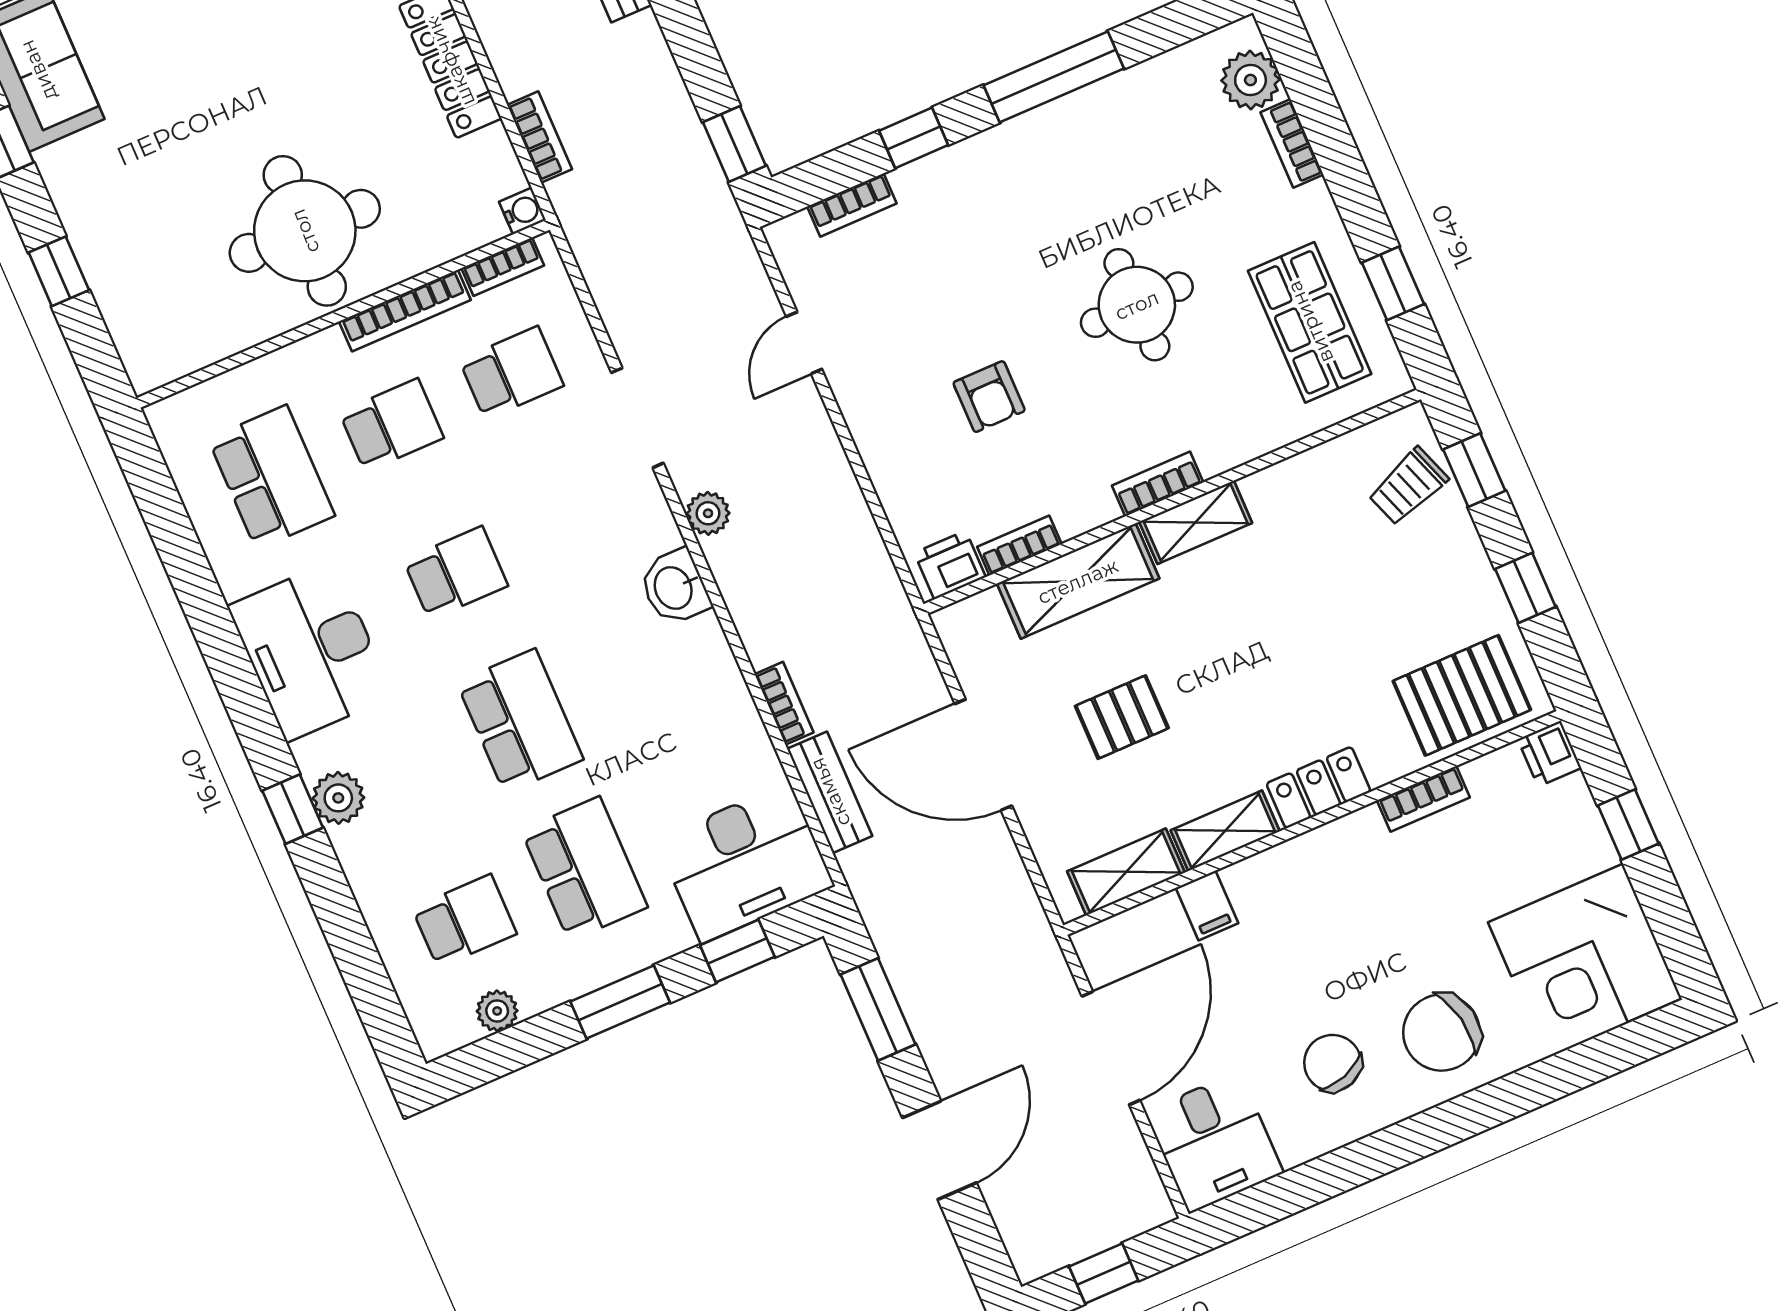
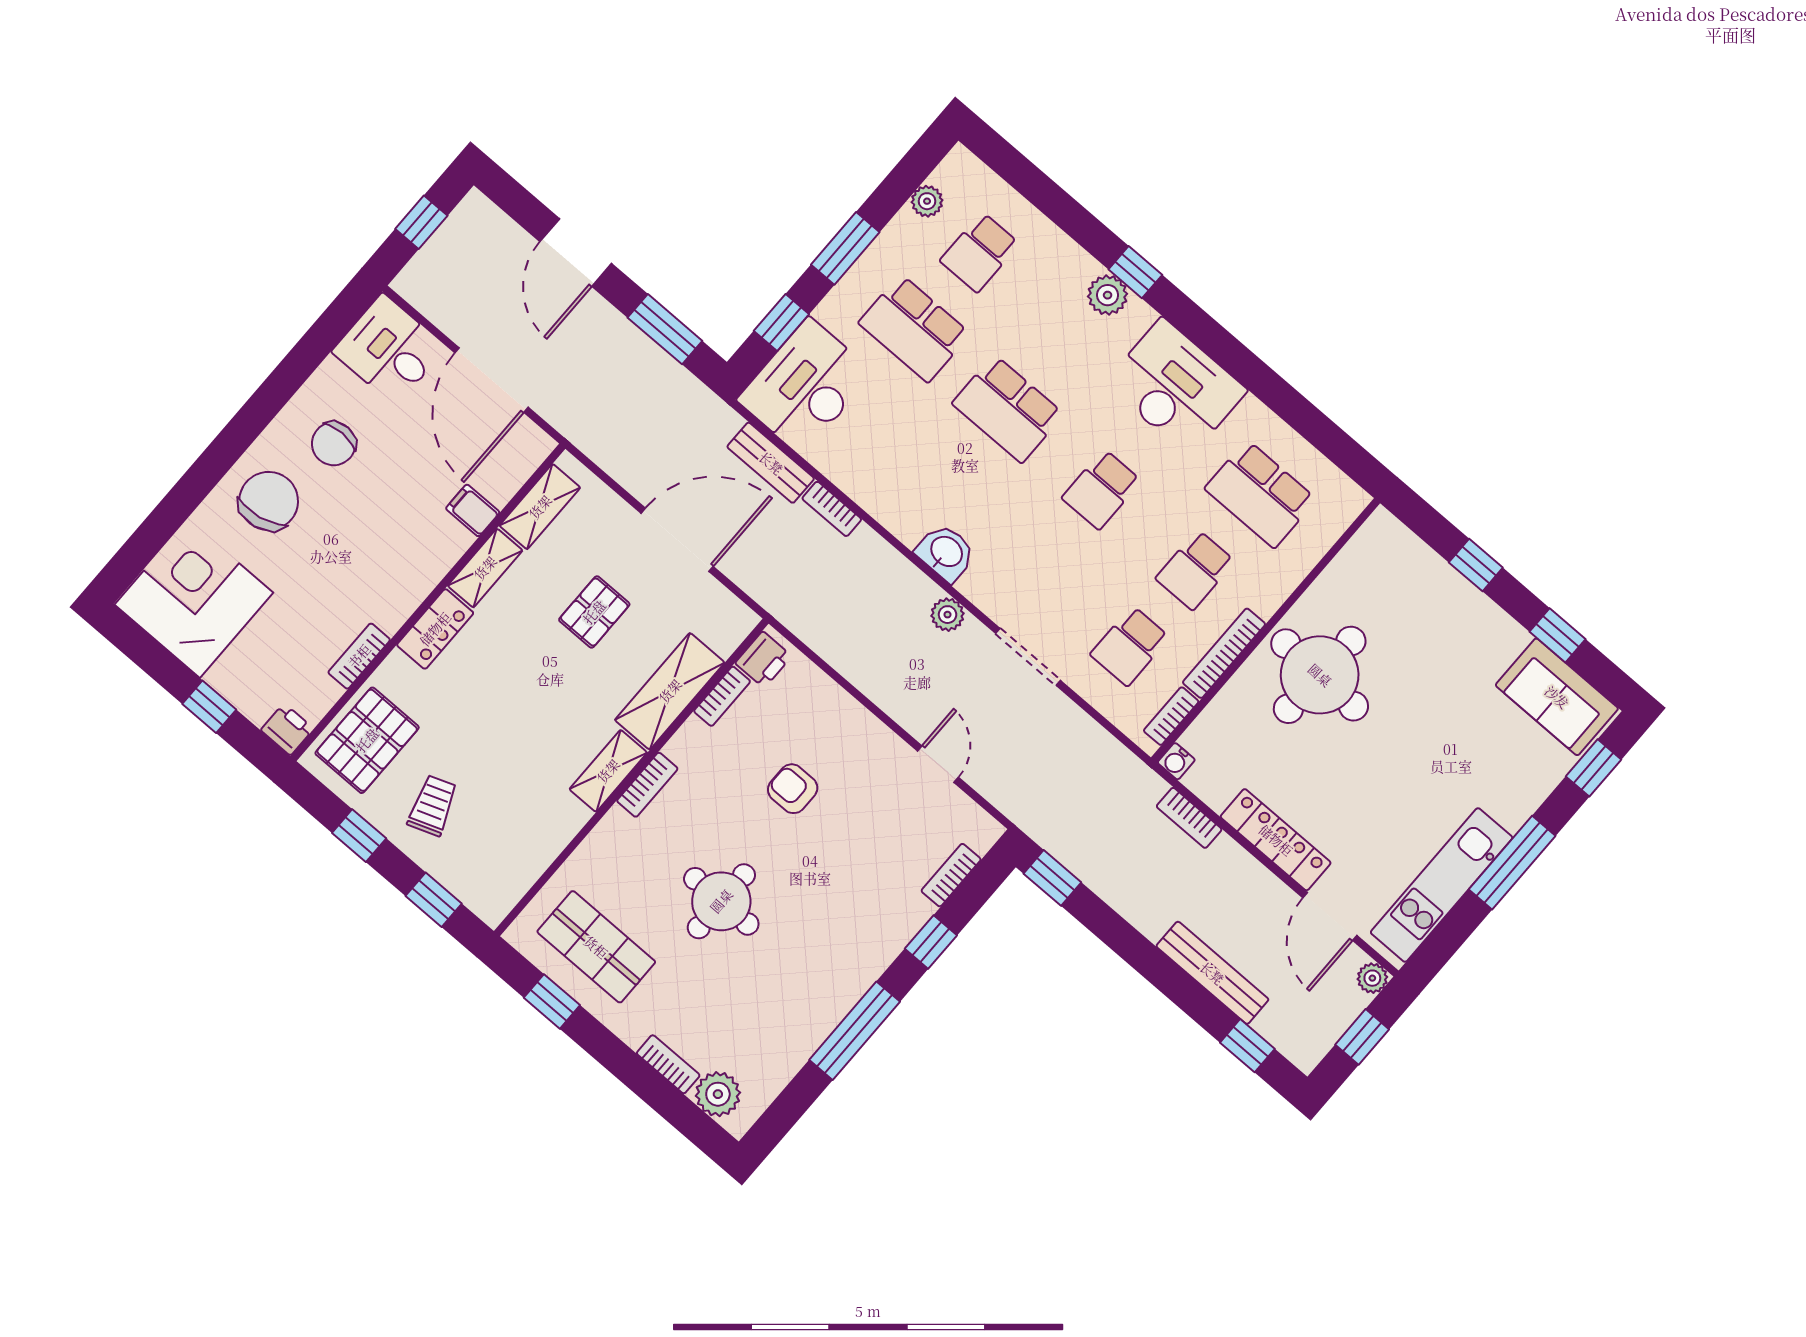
trolley: (1408, 486) -> (433, 806), moved
chair: (1333, 1063) -> (334, 444), turned 109

